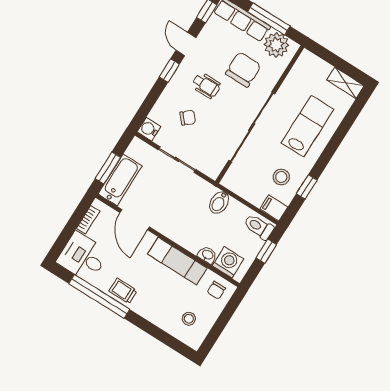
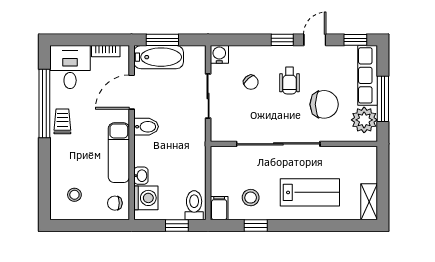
bidet: (219, 203) -> (146, 127), moved, turned 180

